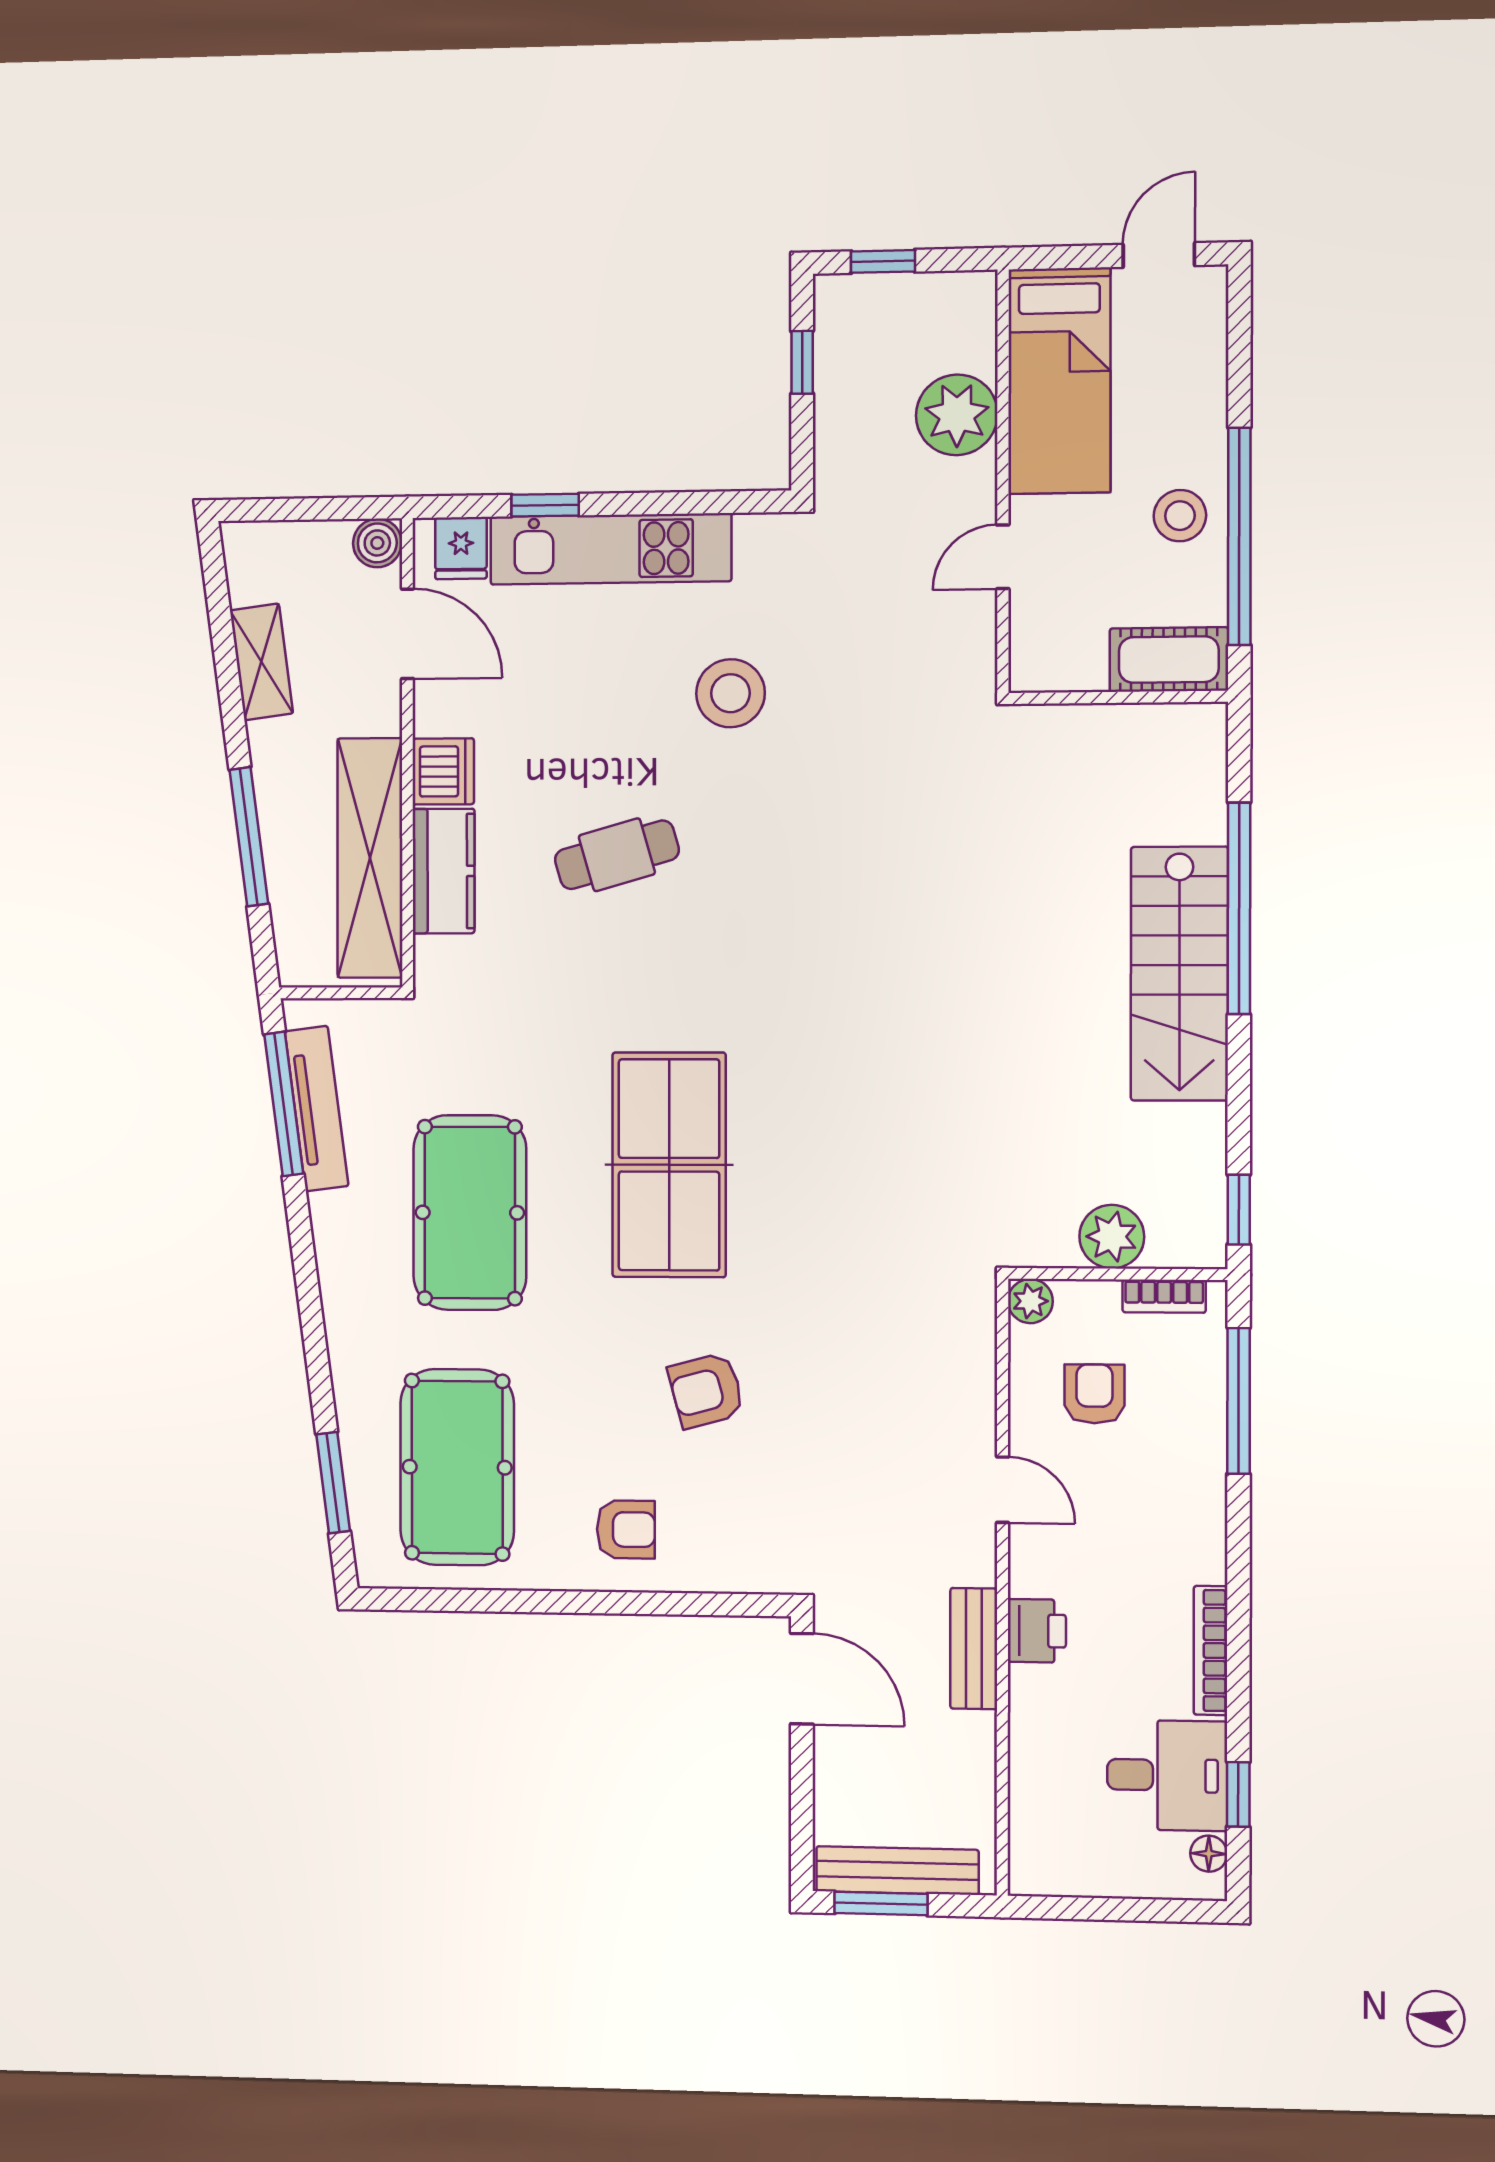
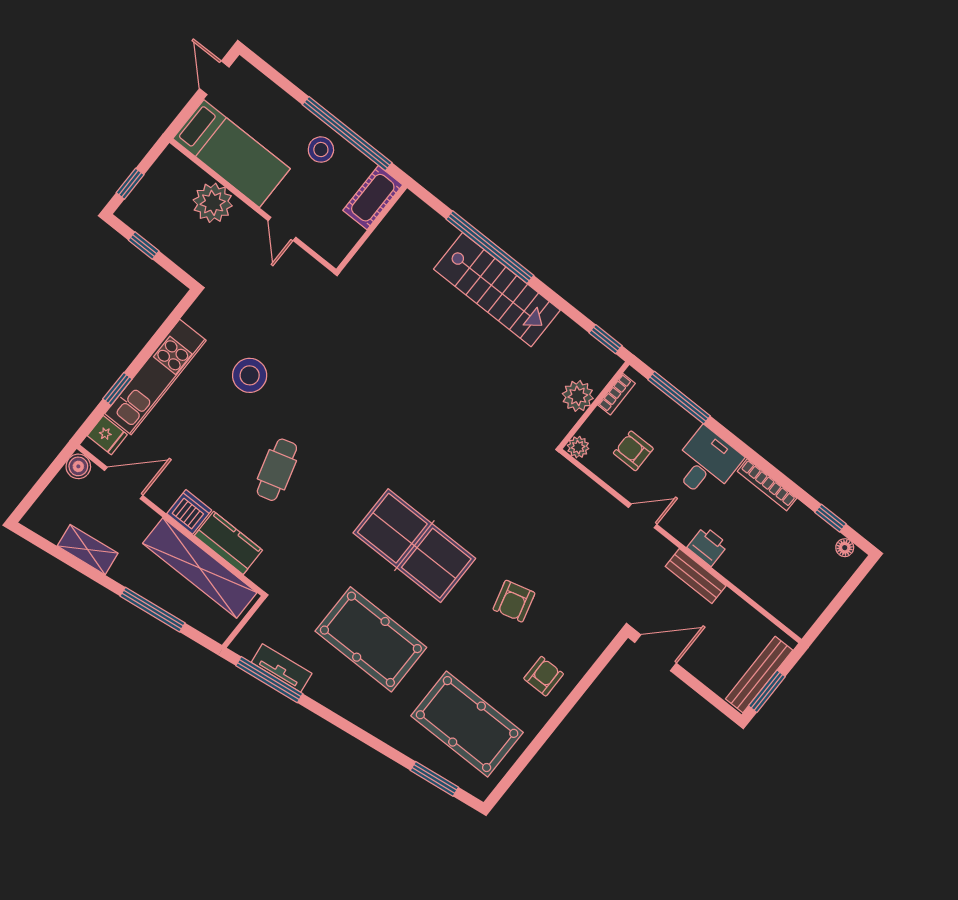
tv unit: (317, 1109) -> (282, 668), width x0.71
desk: (1167, 1775) -> (706, 463), moved

